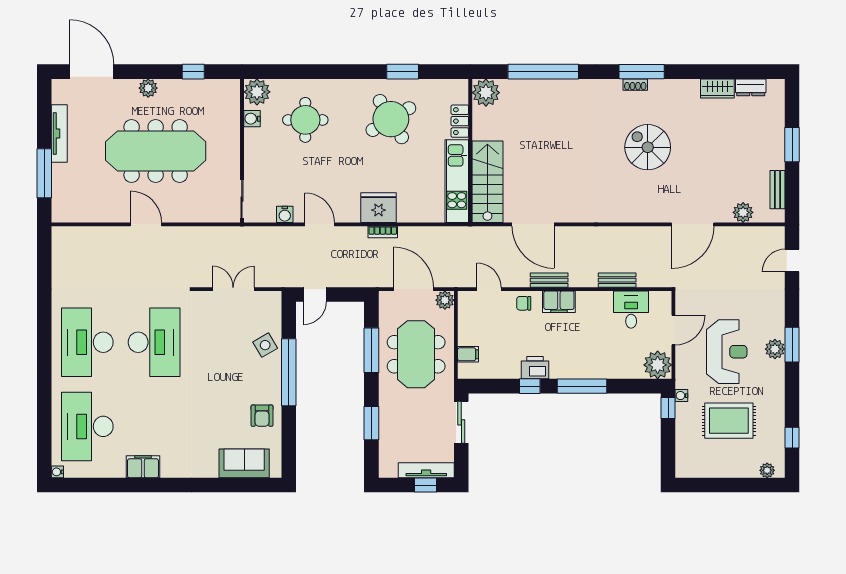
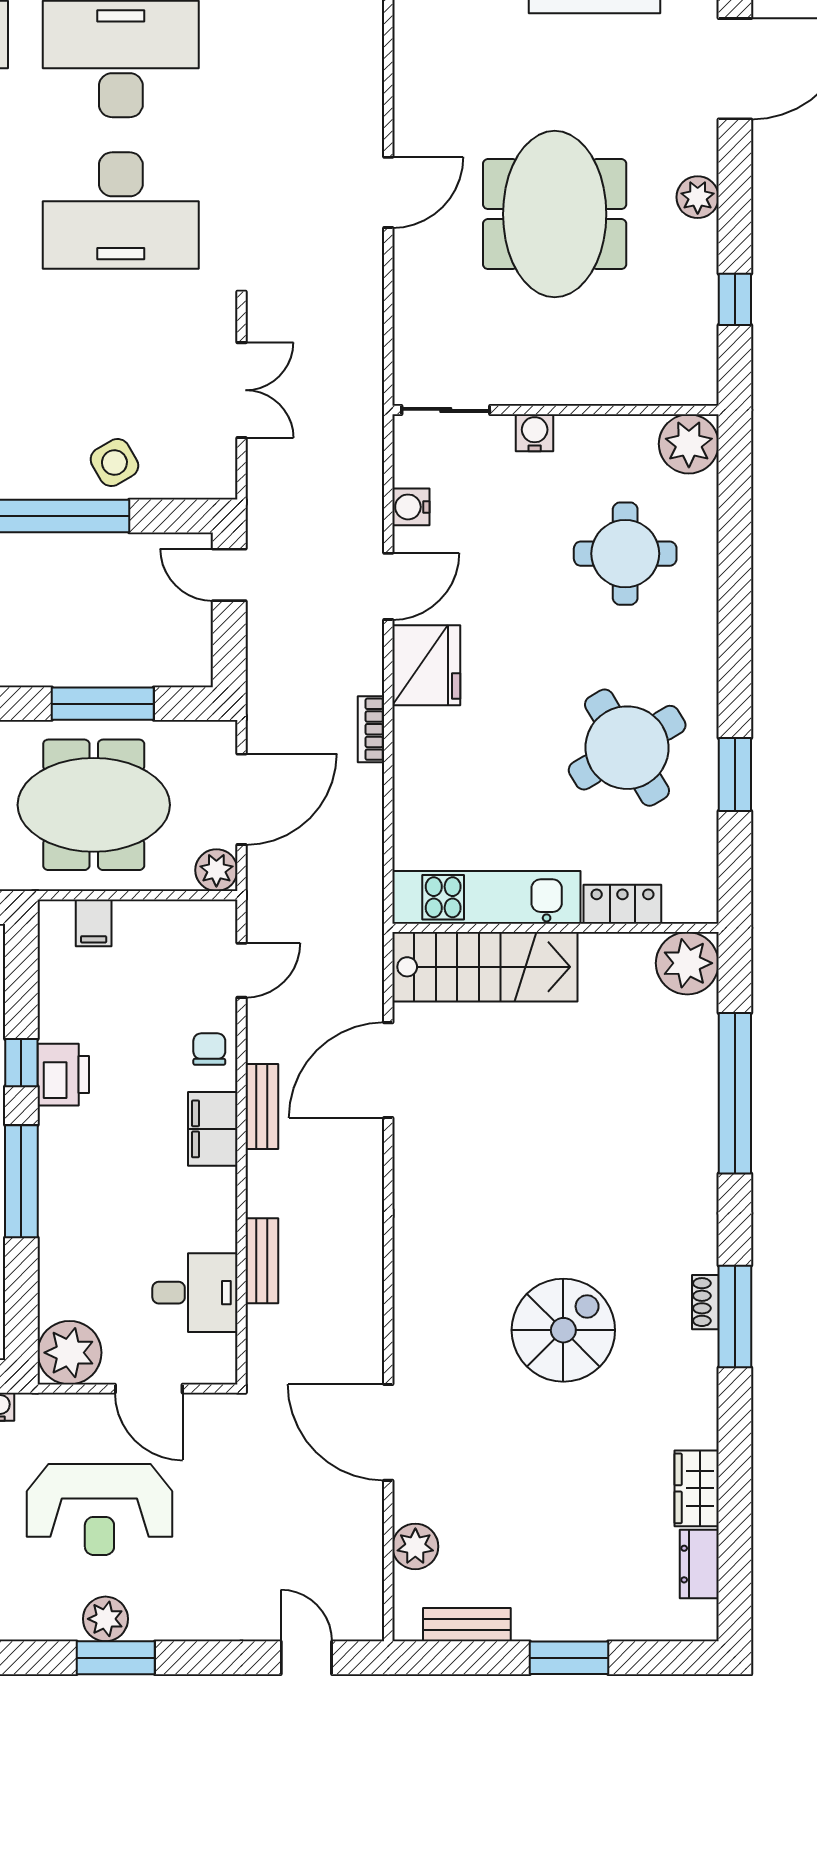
water cooler: (252, 119) -> (535, 433), moved
meeting table: (156, 151) -> (555, 214), width x0.73
fridge: (379, 208) -> (426, 665), moved

